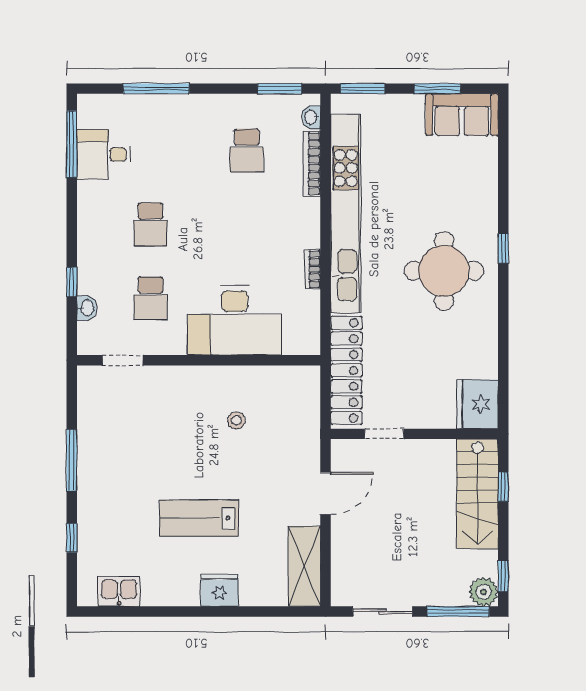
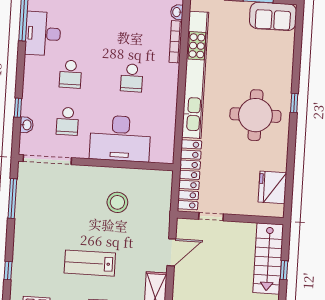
school desk: (247, 150) -> (132, 78), moved
desk: (104, 154) -> (43, 34), width x1.37
bookcase: (313, 269) -> (172, 109), removed
doorway: (123, 360) -> (47, 160), width x1.87
fridge: (477, 404) -> (272, 187), moved
stool: (236, 420) -> (117, 202), width x1.89, depth x1.89
window: (72, 460) -> (12, 198), moved
window: (503, 487) -> (284, 270), moved

